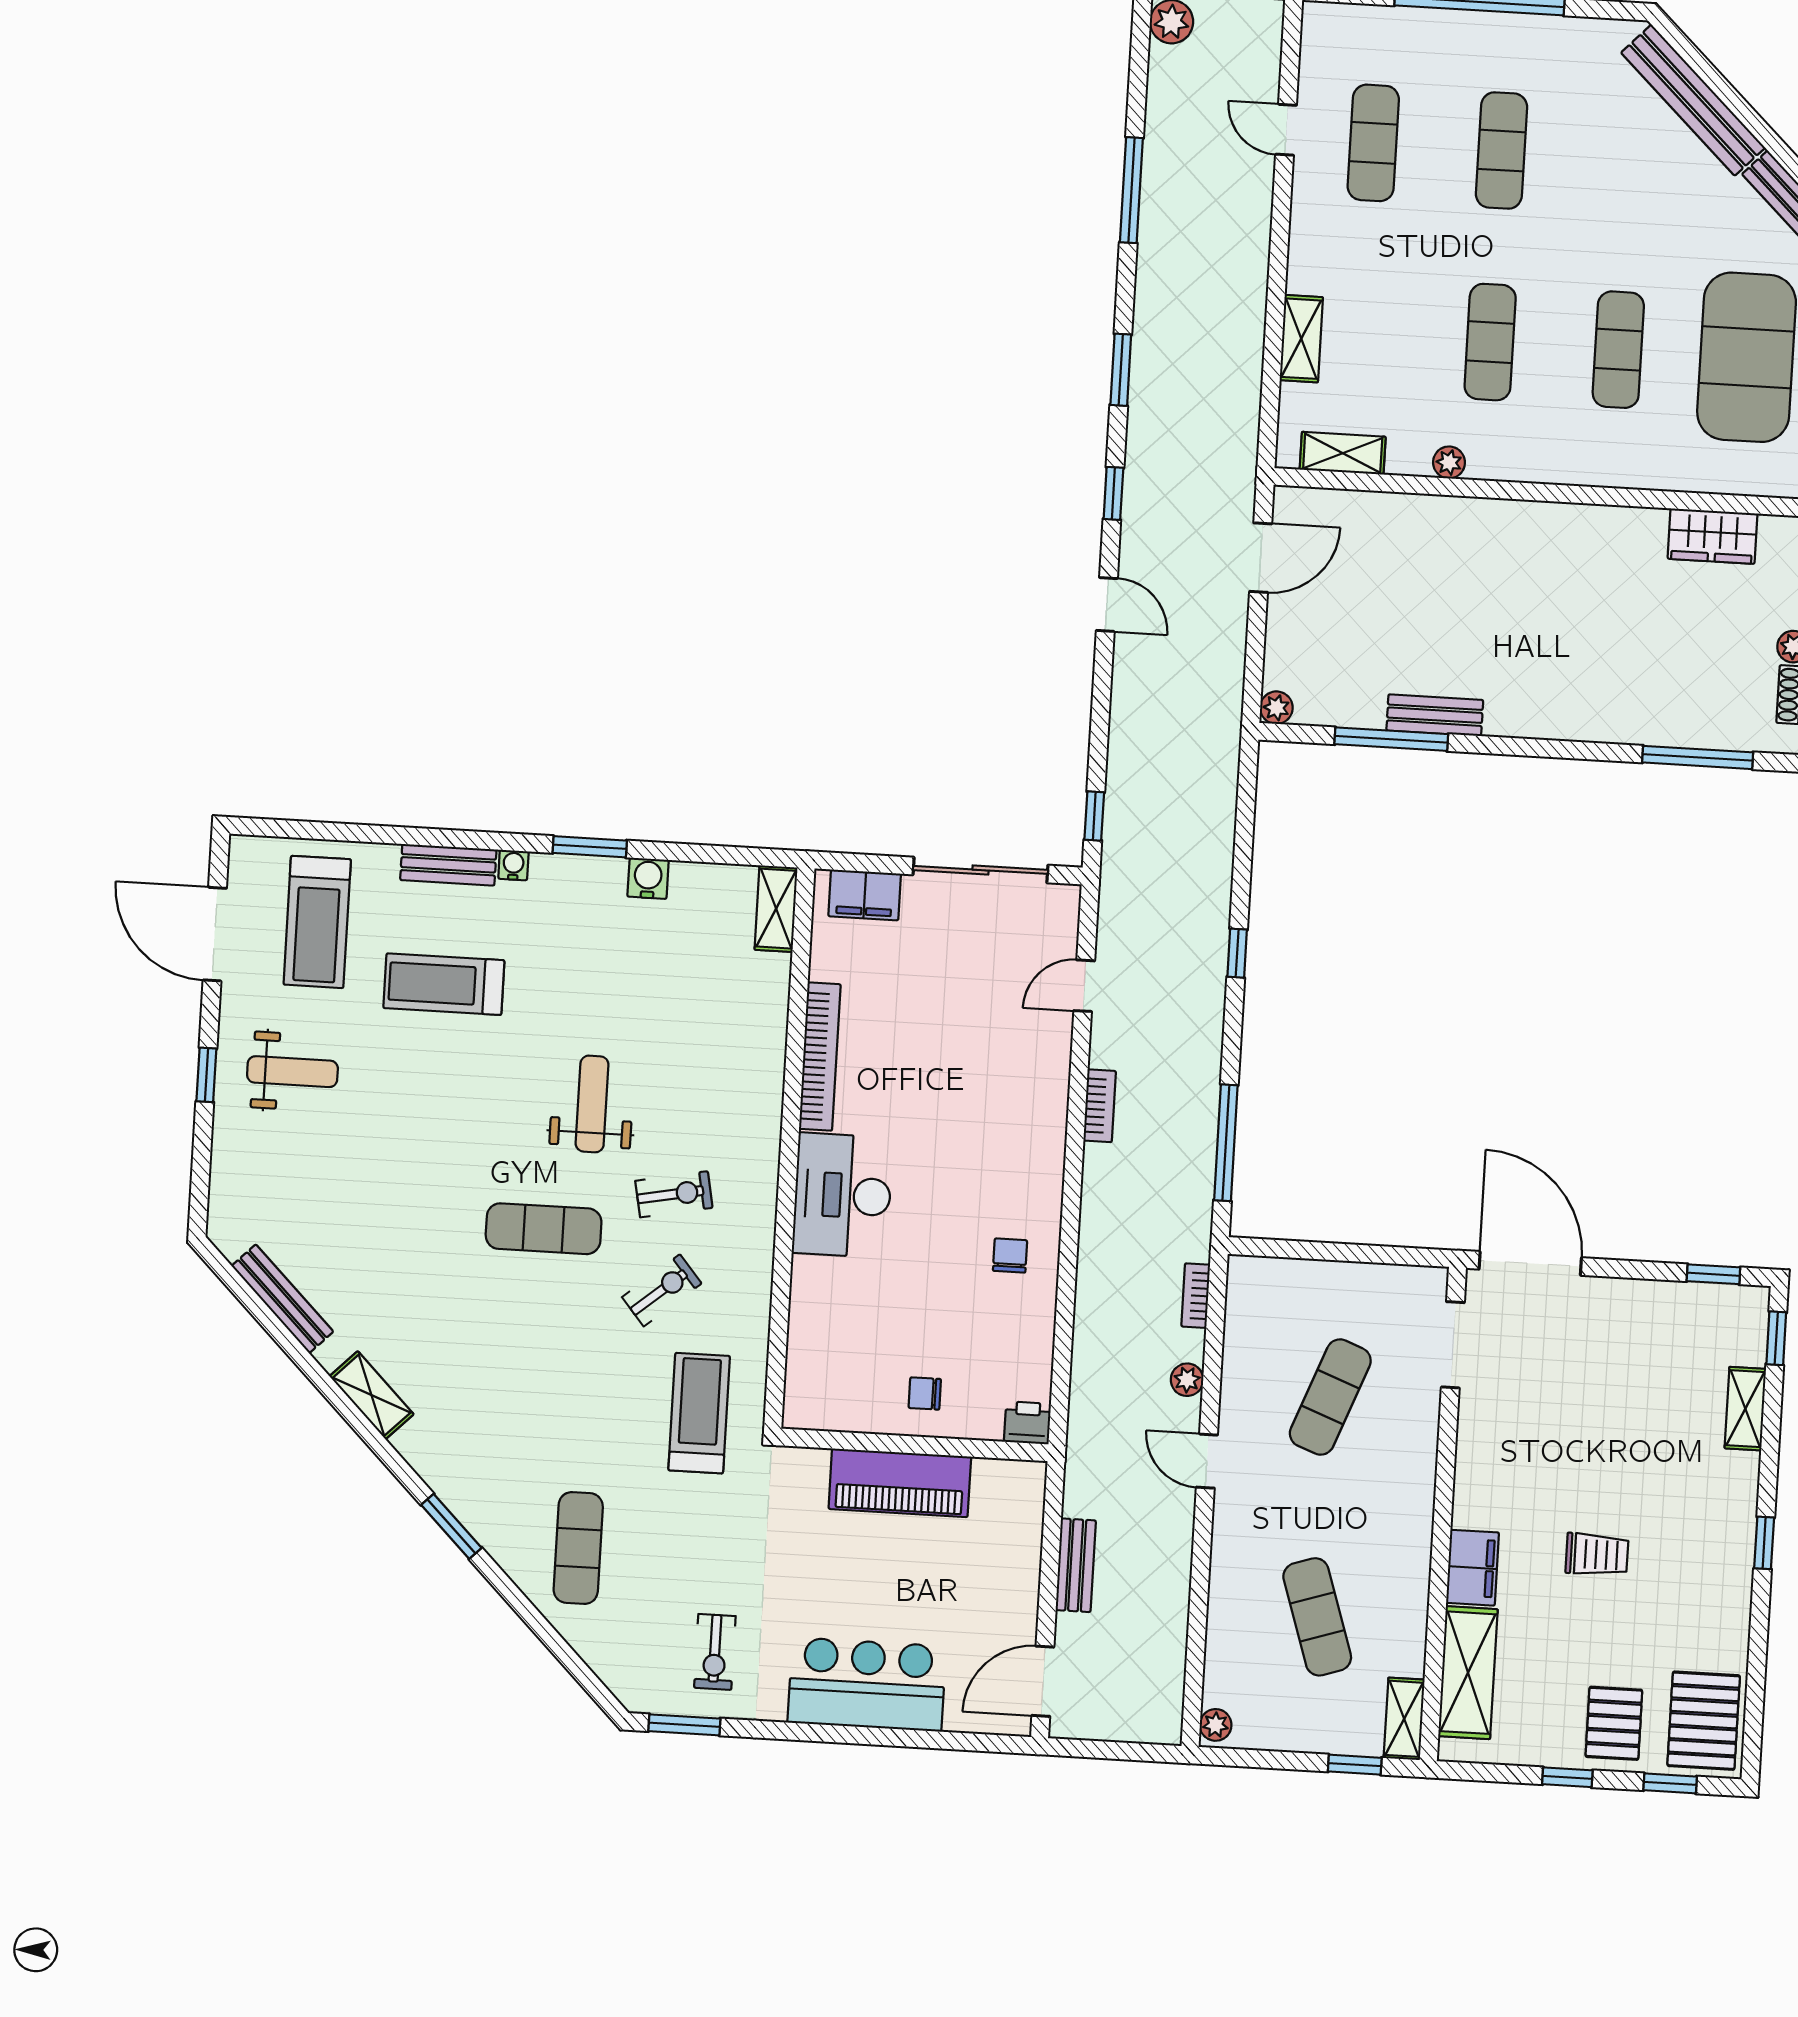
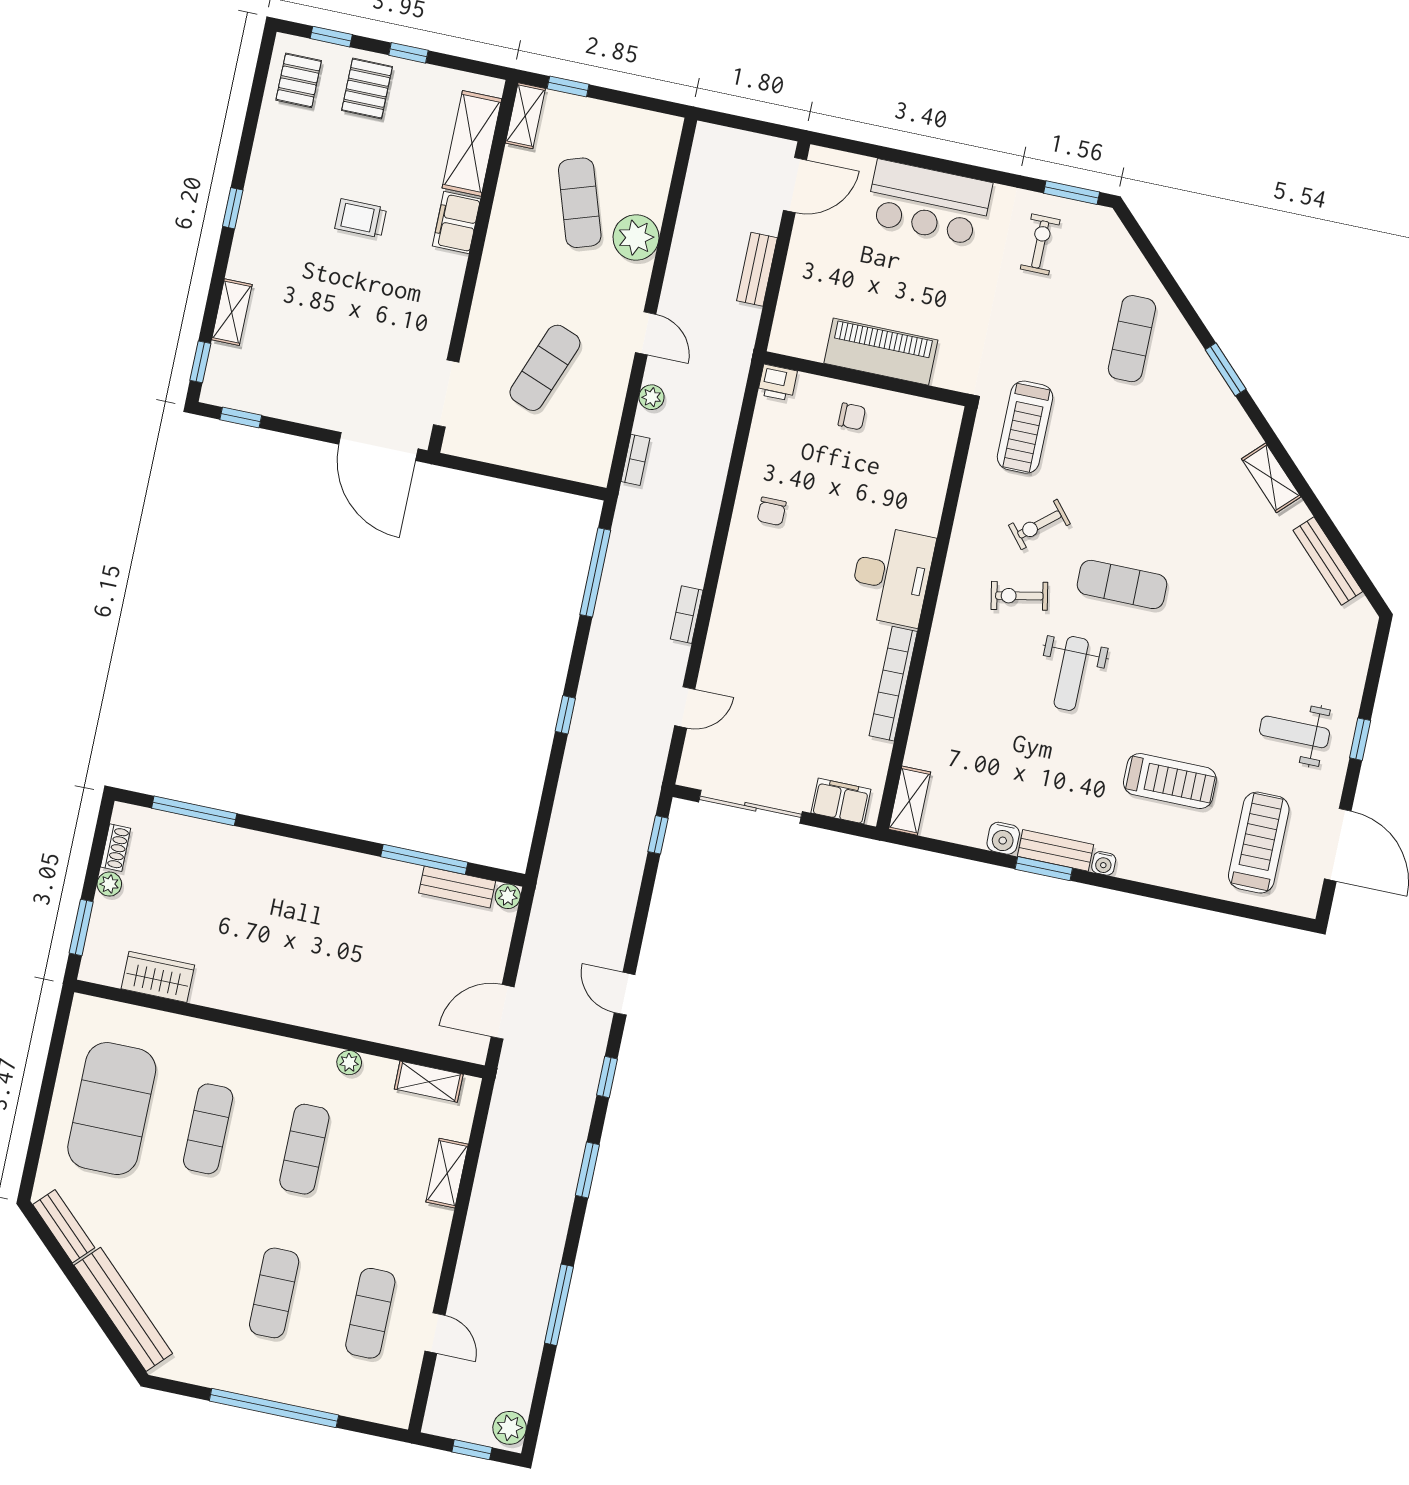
bench: (1435, 715) -> (457, 887), moved
bench: (448, 865) -> (1056, 850), moved
pallet: (1704, 1721) -> (299, 80), width x0.67, depth x0.71
plant: (1216, 1725) -> (636, 237), moved, width x1.88, depth x1.88

